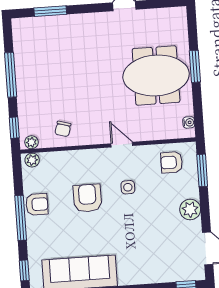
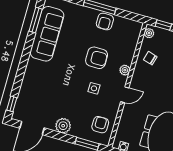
plant: (32, 160) -> (125, 70), moved

